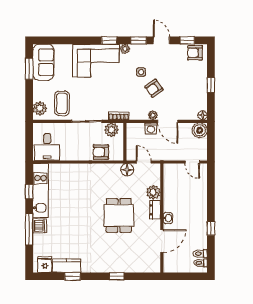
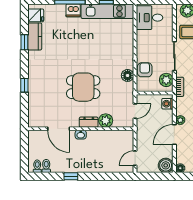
washing machine: (151, 129) -> (167, 104), moved
floor lamp: (127, 170) -> (128, 75), moved

